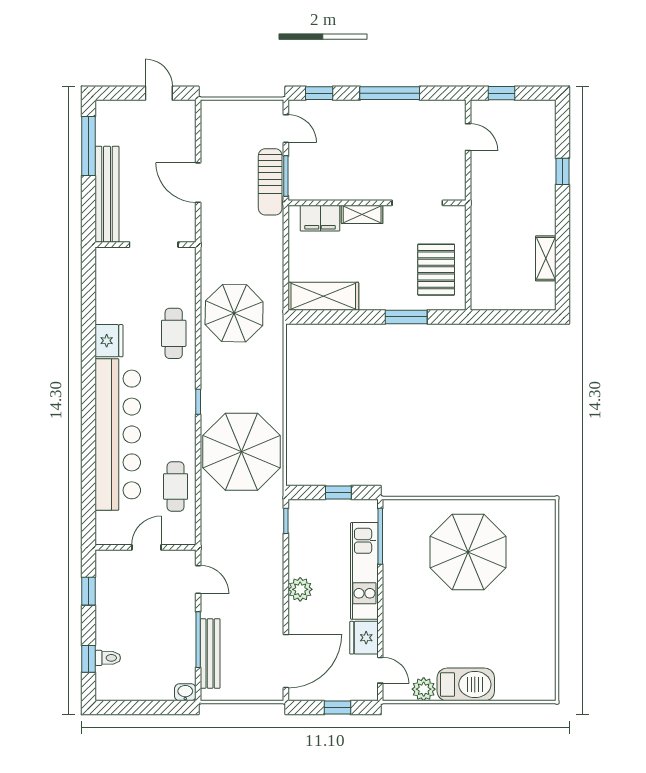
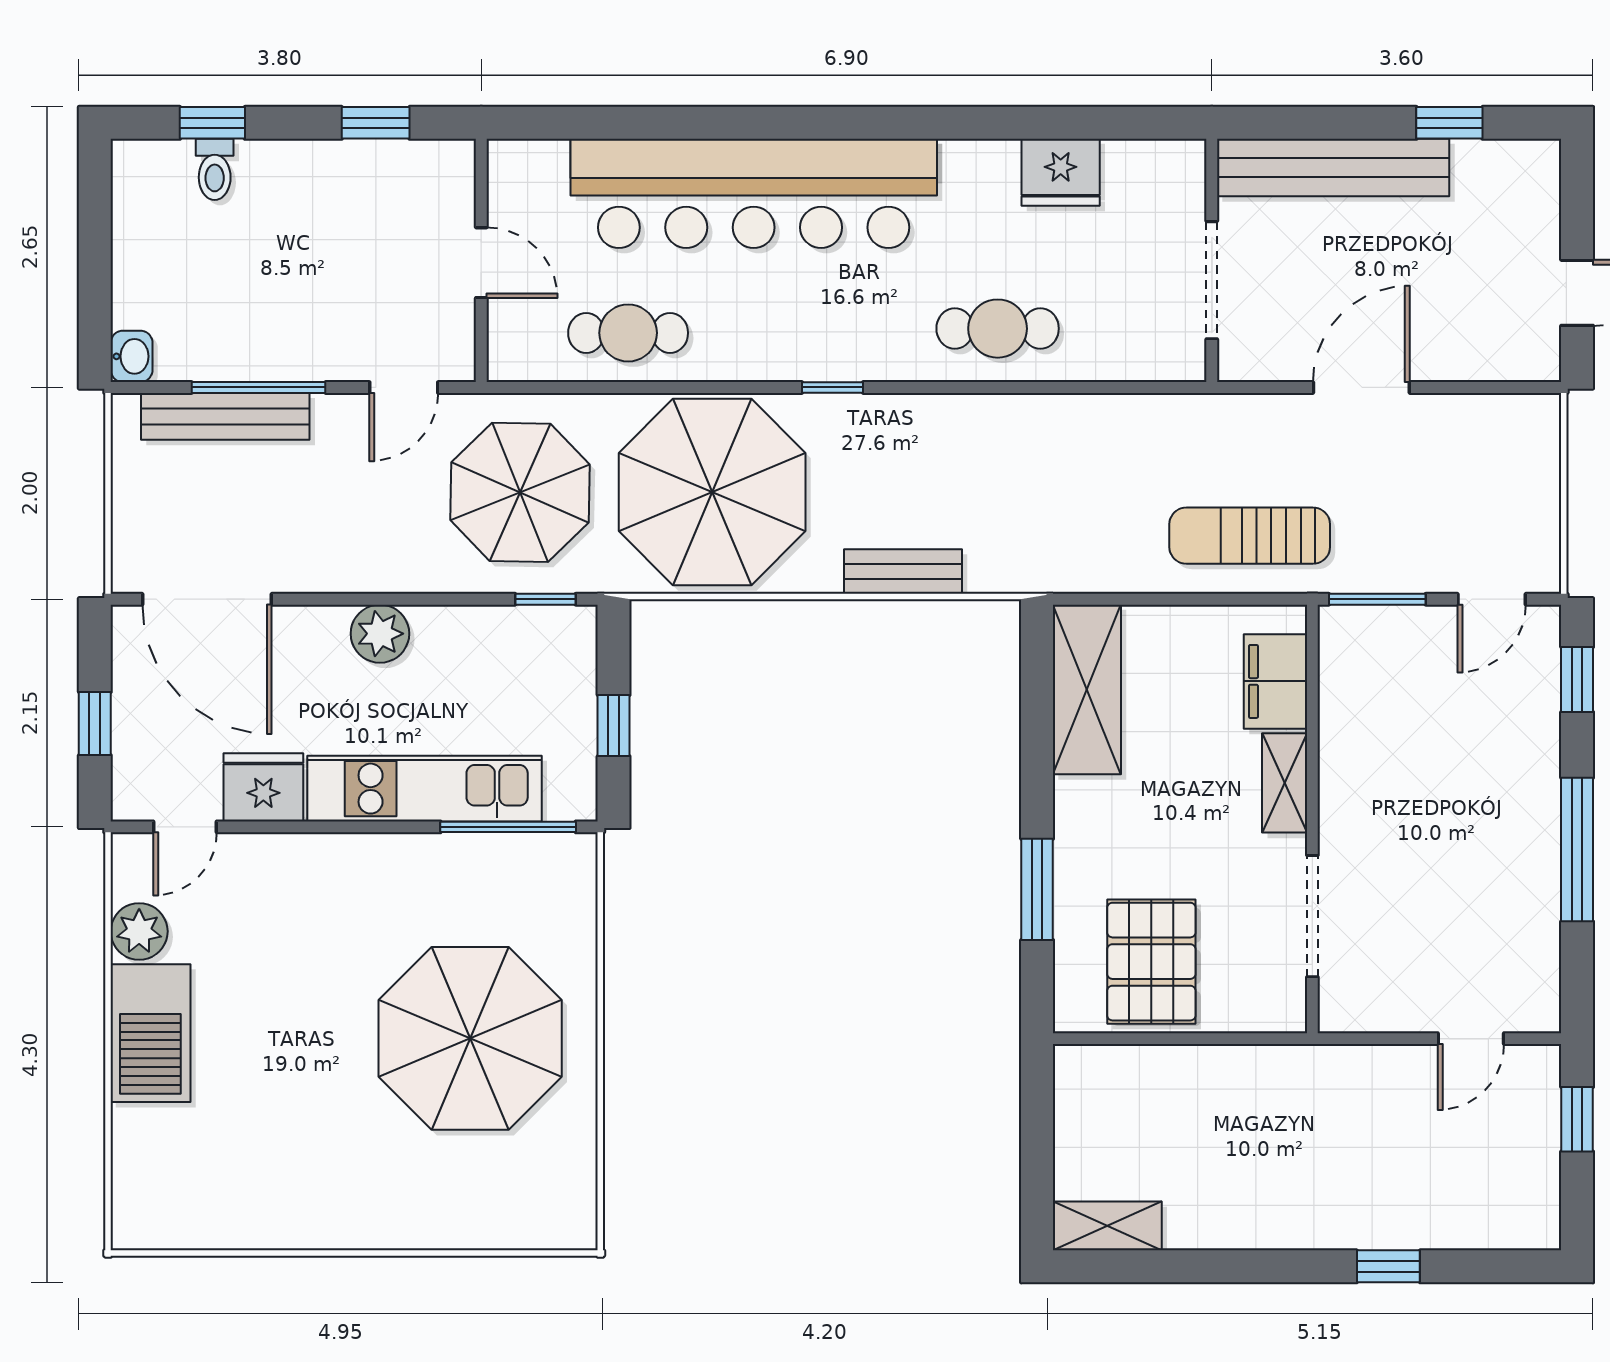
window: (88, 146) -> (1449, 123), width x0.46
sun lounger: (270, 182) -> (1250, 536), moved
shelving: (546, 258) -> (1107, 1226), moved
pallet: (436, 270) -> (1151, 962), turned 90
parasol: (234, 313) -> (520, 492), moved
fridge: (109, 341) -> (1061, 172), moved
bench: (274, 373) -> (903, 571), added

